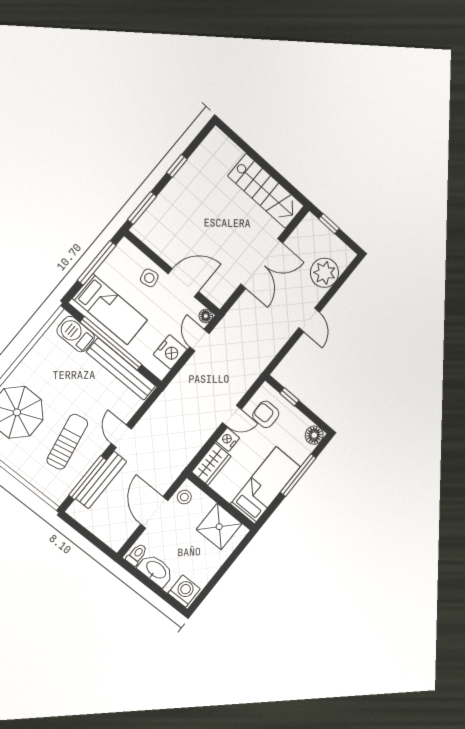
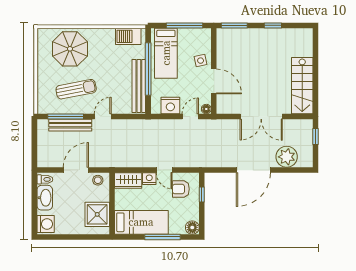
door: (309, 320) -> (253, 170), width x1.88
barbecue: (76, 334) -> (128, 36), moved, turned -90
armchair: (266, 414) -> (181, 189), turned -90

